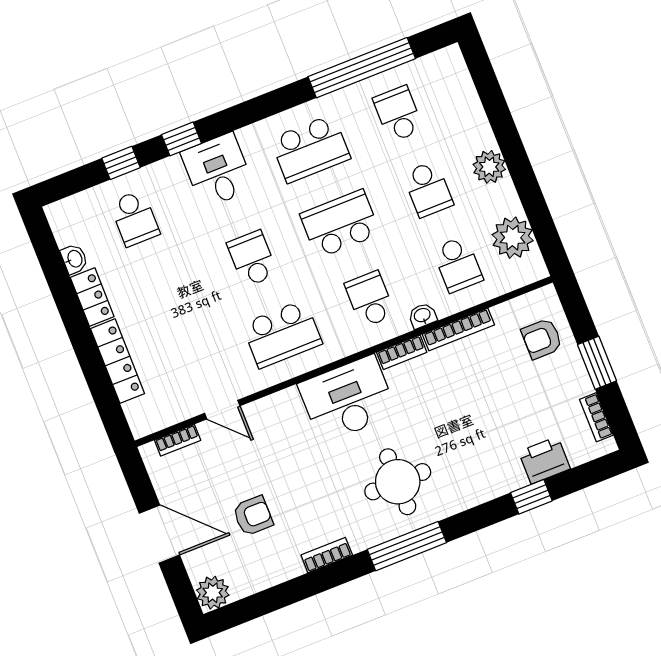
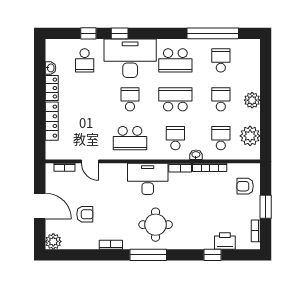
desk: (218, 170) -> (130, 58), width x1.87, depth x1.30
school desk: (428, 189) -> (221, 99), turned 180
school desk: (458, 264) -> (221, 138), turned 180

